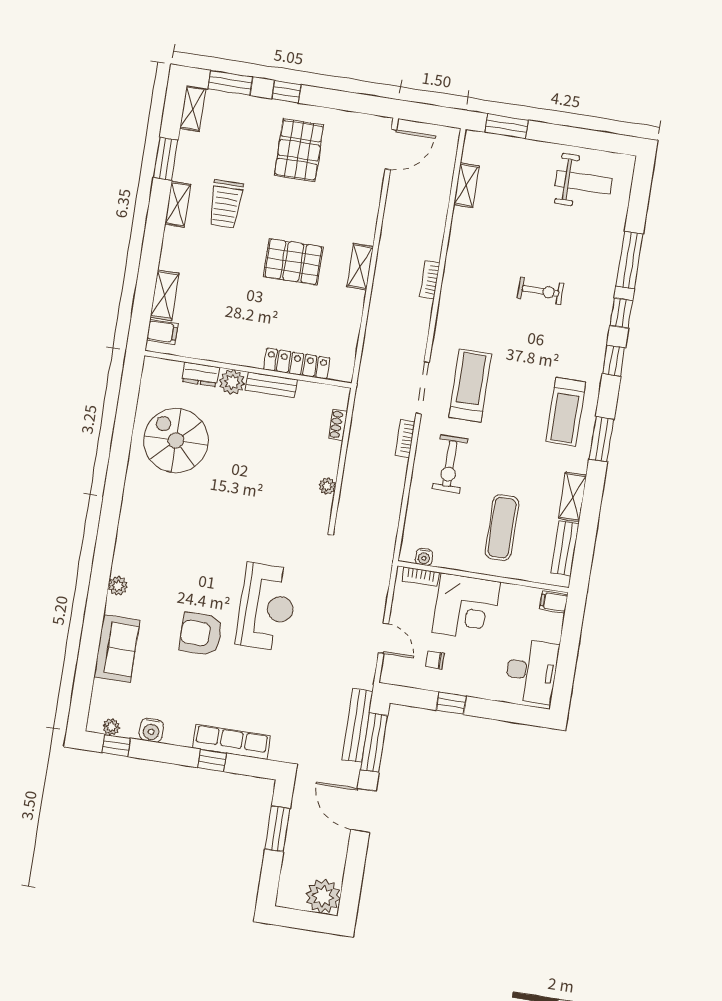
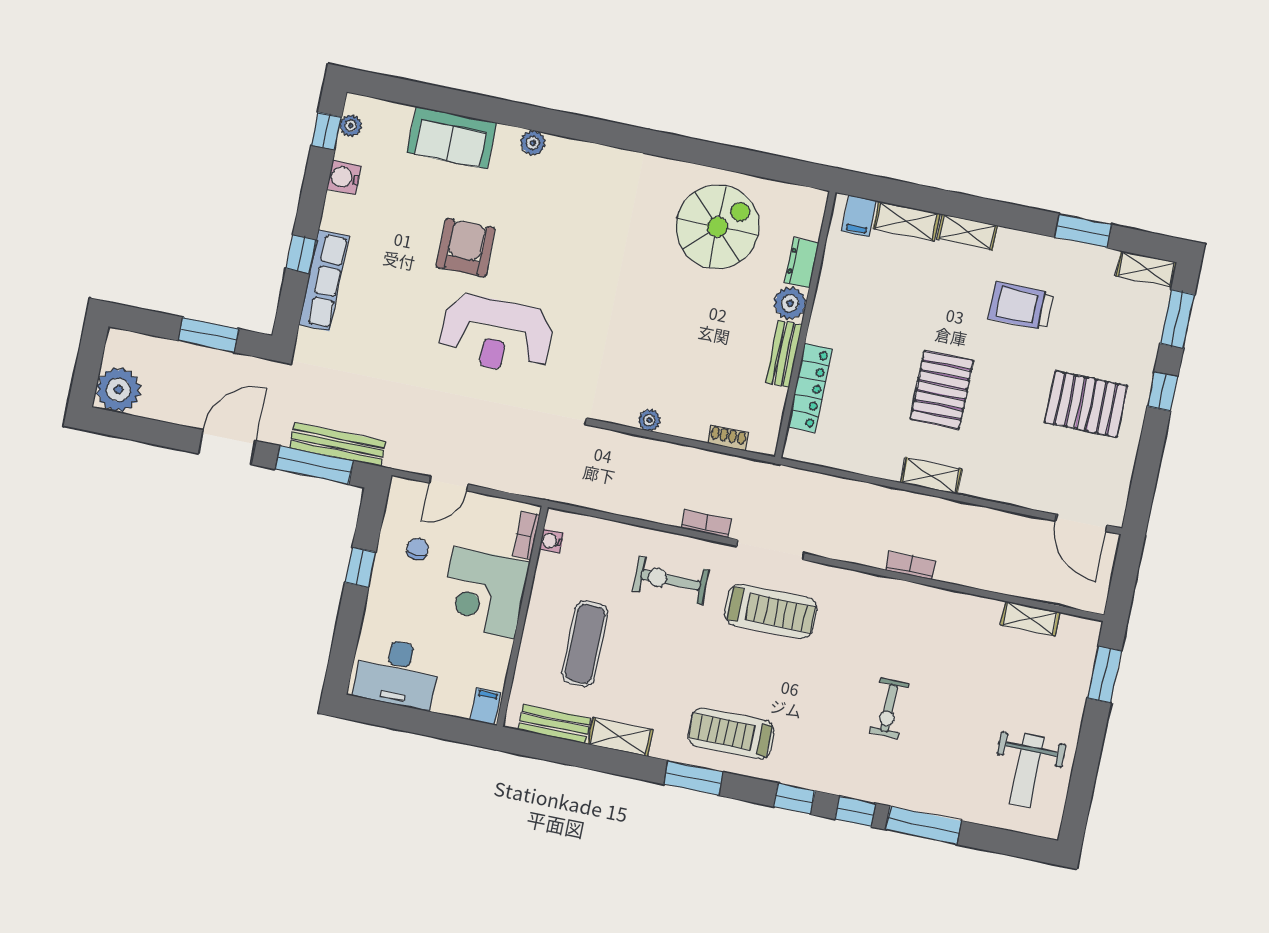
shelving: (178, 204) -> (967, 232), moved
exercise mat: (502, 528) -> (585, 644), turned 90

